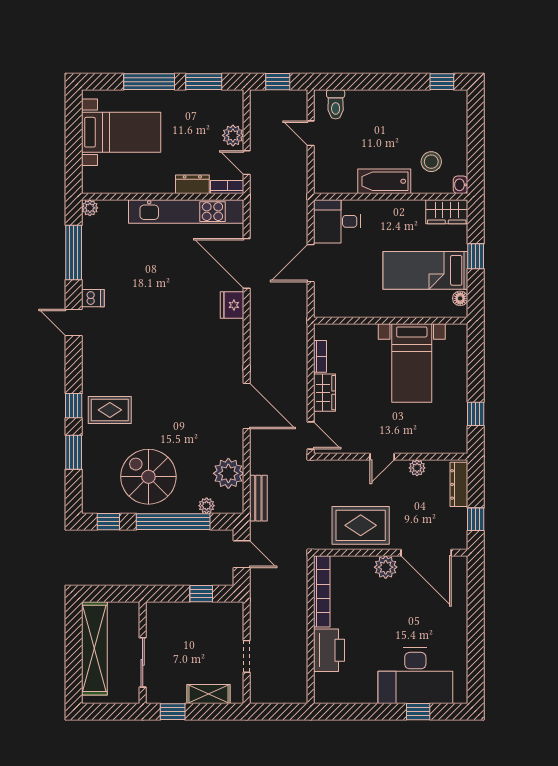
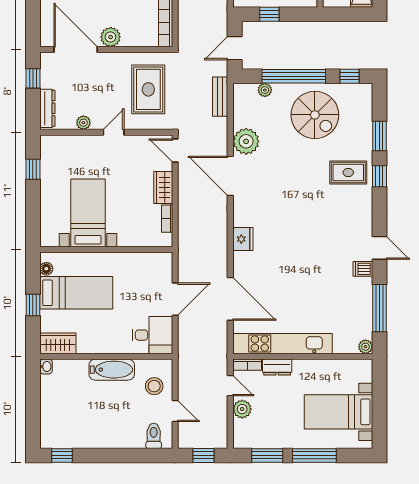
stool: (431, 162) -> (154, 386), moved
fridge: (232, 305) -> (243, 239), moved
plant: (228, 473) -> (246, 141), moved
rug: (361, 525) -> (148, 89), moved, turned 90
door: (242, 554) -> (235, 48), hinge flipped

